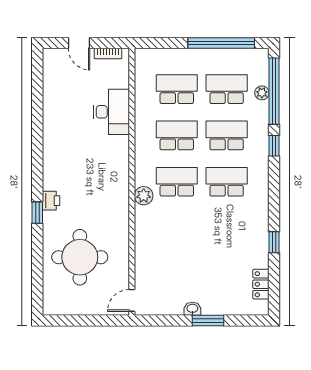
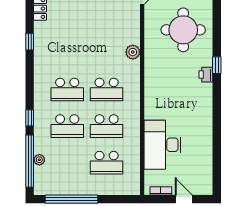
school desk: (227, 89) -> (67, 163), removed
desk: (111, 112) -> (162, 145), width x1.36, depth x1.30
plant: (144, 196) -> (133, 52), moved

